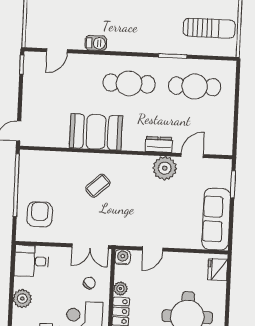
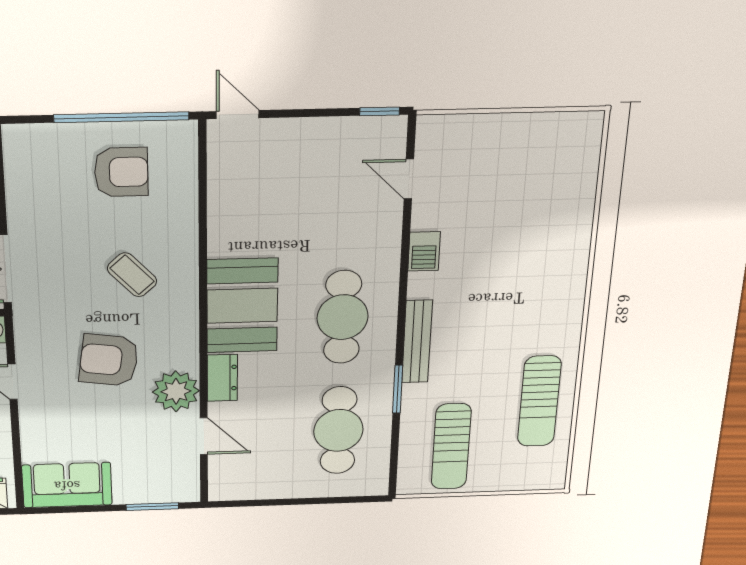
bench: (146, 46) -> (417, 342), added
booth: (96, 132) -> (242, 306), moved
armchair: (144, 200) -> (109, 360), added
armchair: (40, 214) -> (121, 172), moved
sofa: (216, 219) -> (67, 485), width x0.73

